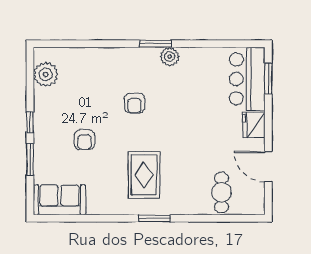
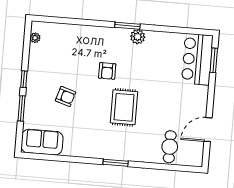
plant: (46, 74) -> (35, 38), width x0.53, depth x0.53
fridge: (254, 125) -> (199, 96), removed
armchair: (84, 140) -> (66, 96), turned -73
door: (268, 167) -> (208, 130), hinge flipped
rug: (144, 175) -> (124, 107), moved

